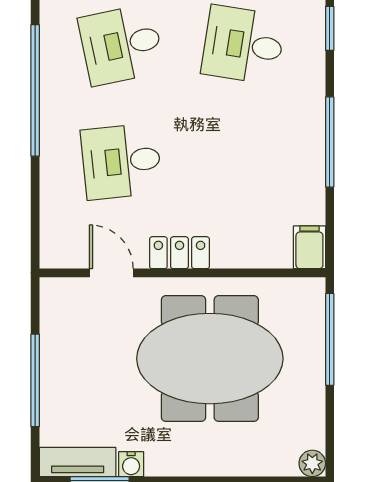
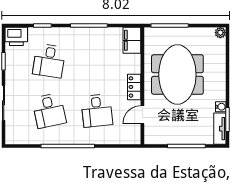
filing cabinet: (309, 247) -> (132, 40), width x2.00

